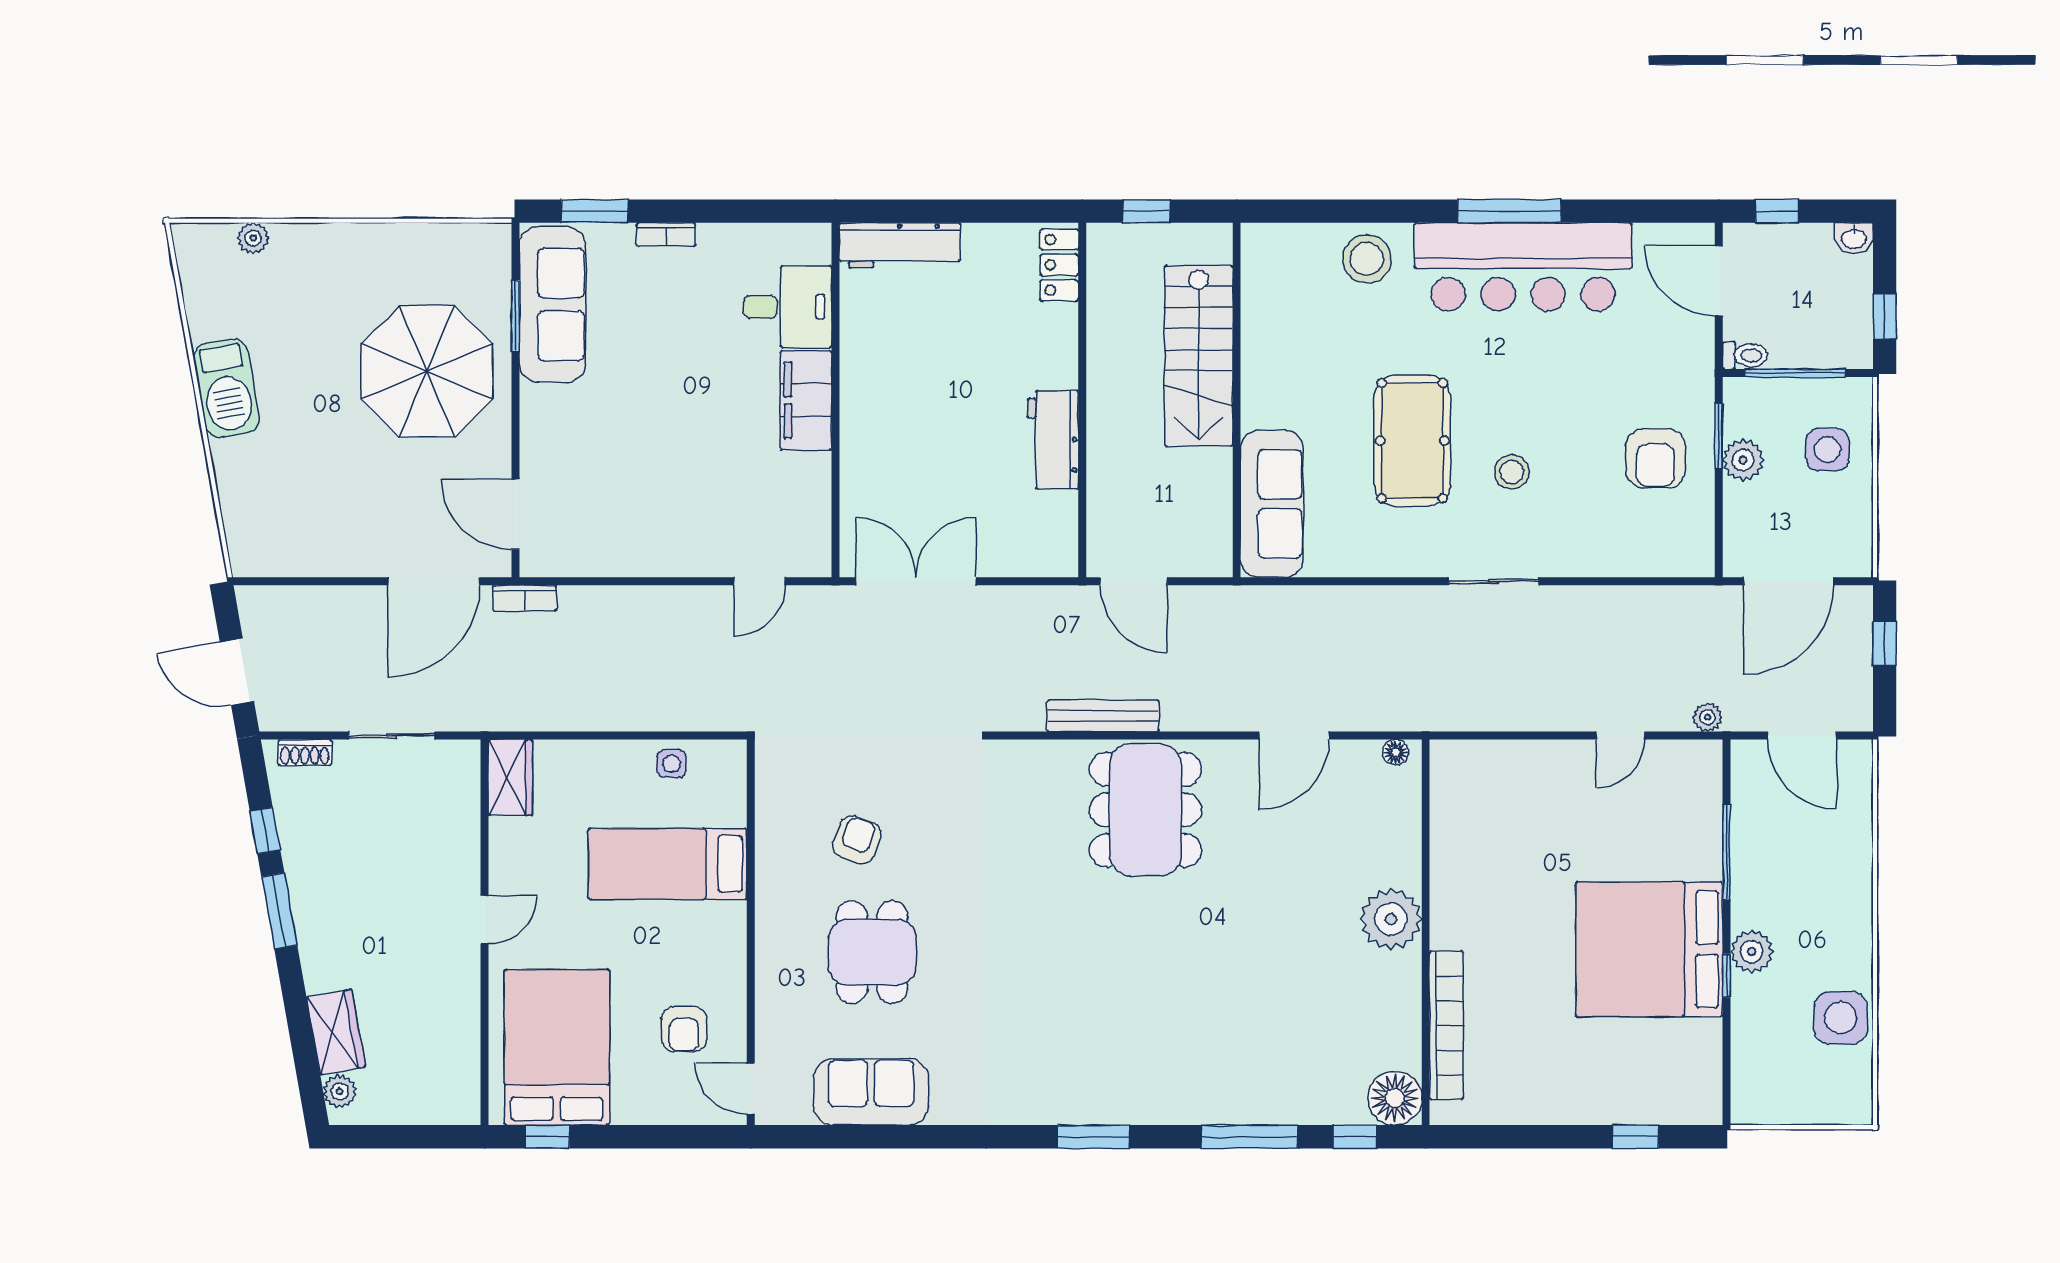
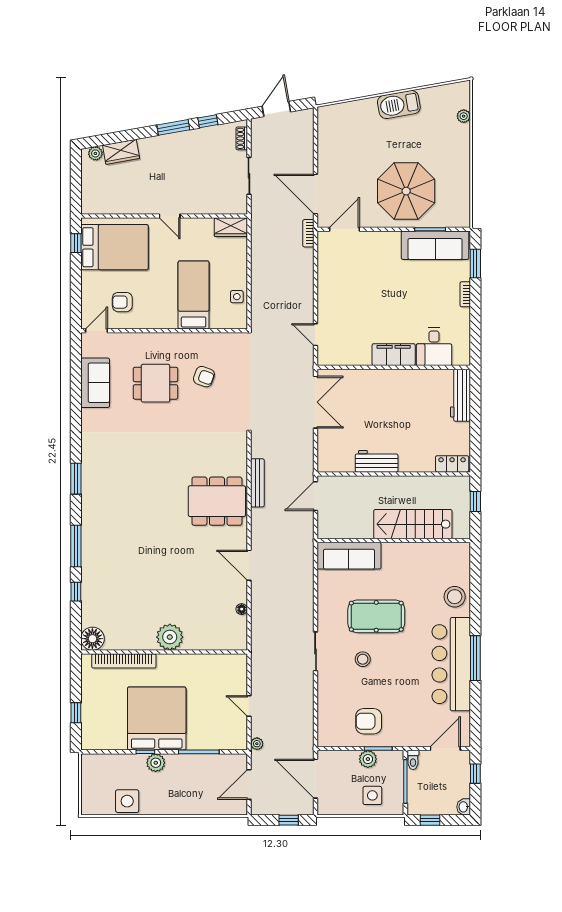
plant: (1391, 919) -> (170, 637), moved
wall: (1426, 932) -> (164, 652), moved
bookcase: (1446, 1025) -> (124, 661), moved
floor lamp: (1395, 1098) -> (92, 639), moved

